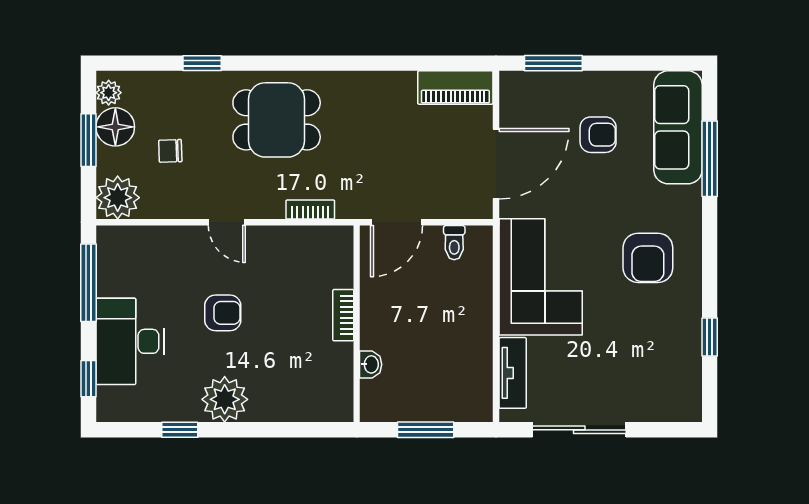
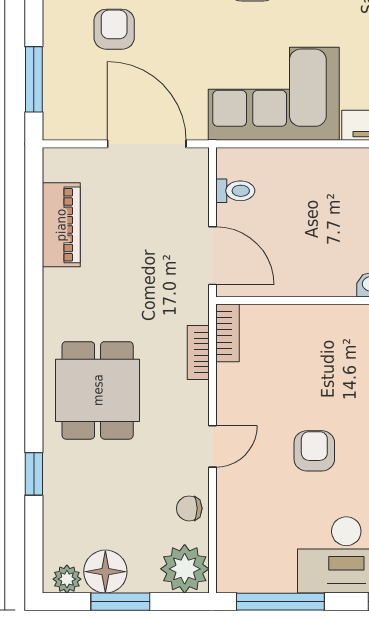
piano: (455, 88) -> (61, 225), moved
chair: (170, 151) -> (189, 508), moved, turned 92
bookcase: (343, 315) -> (227, 333), moved, turned -90

